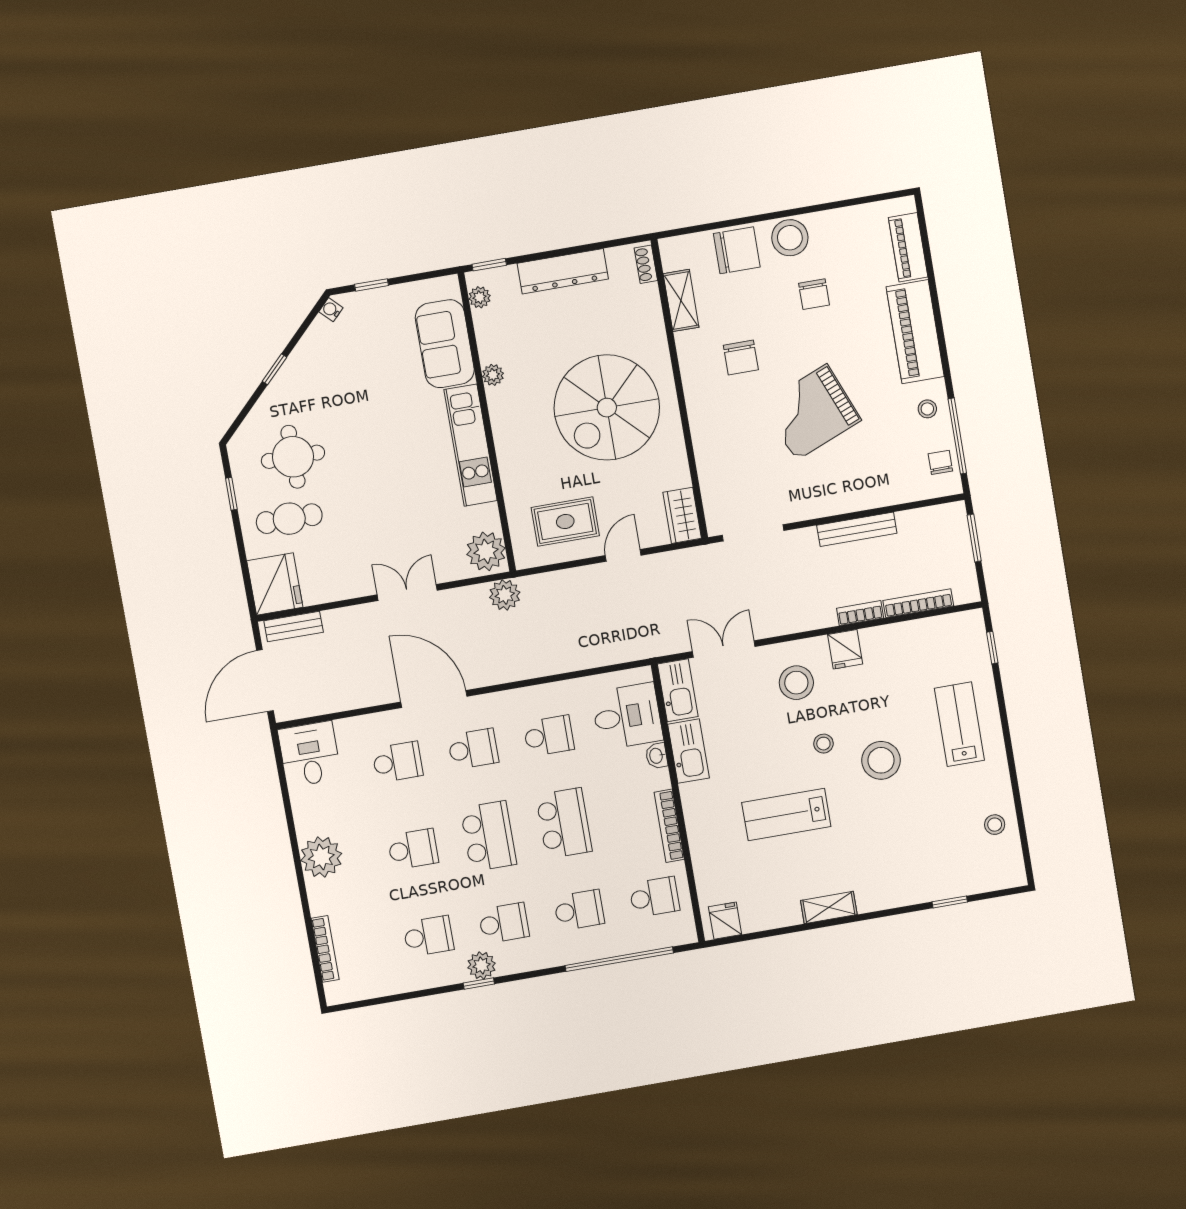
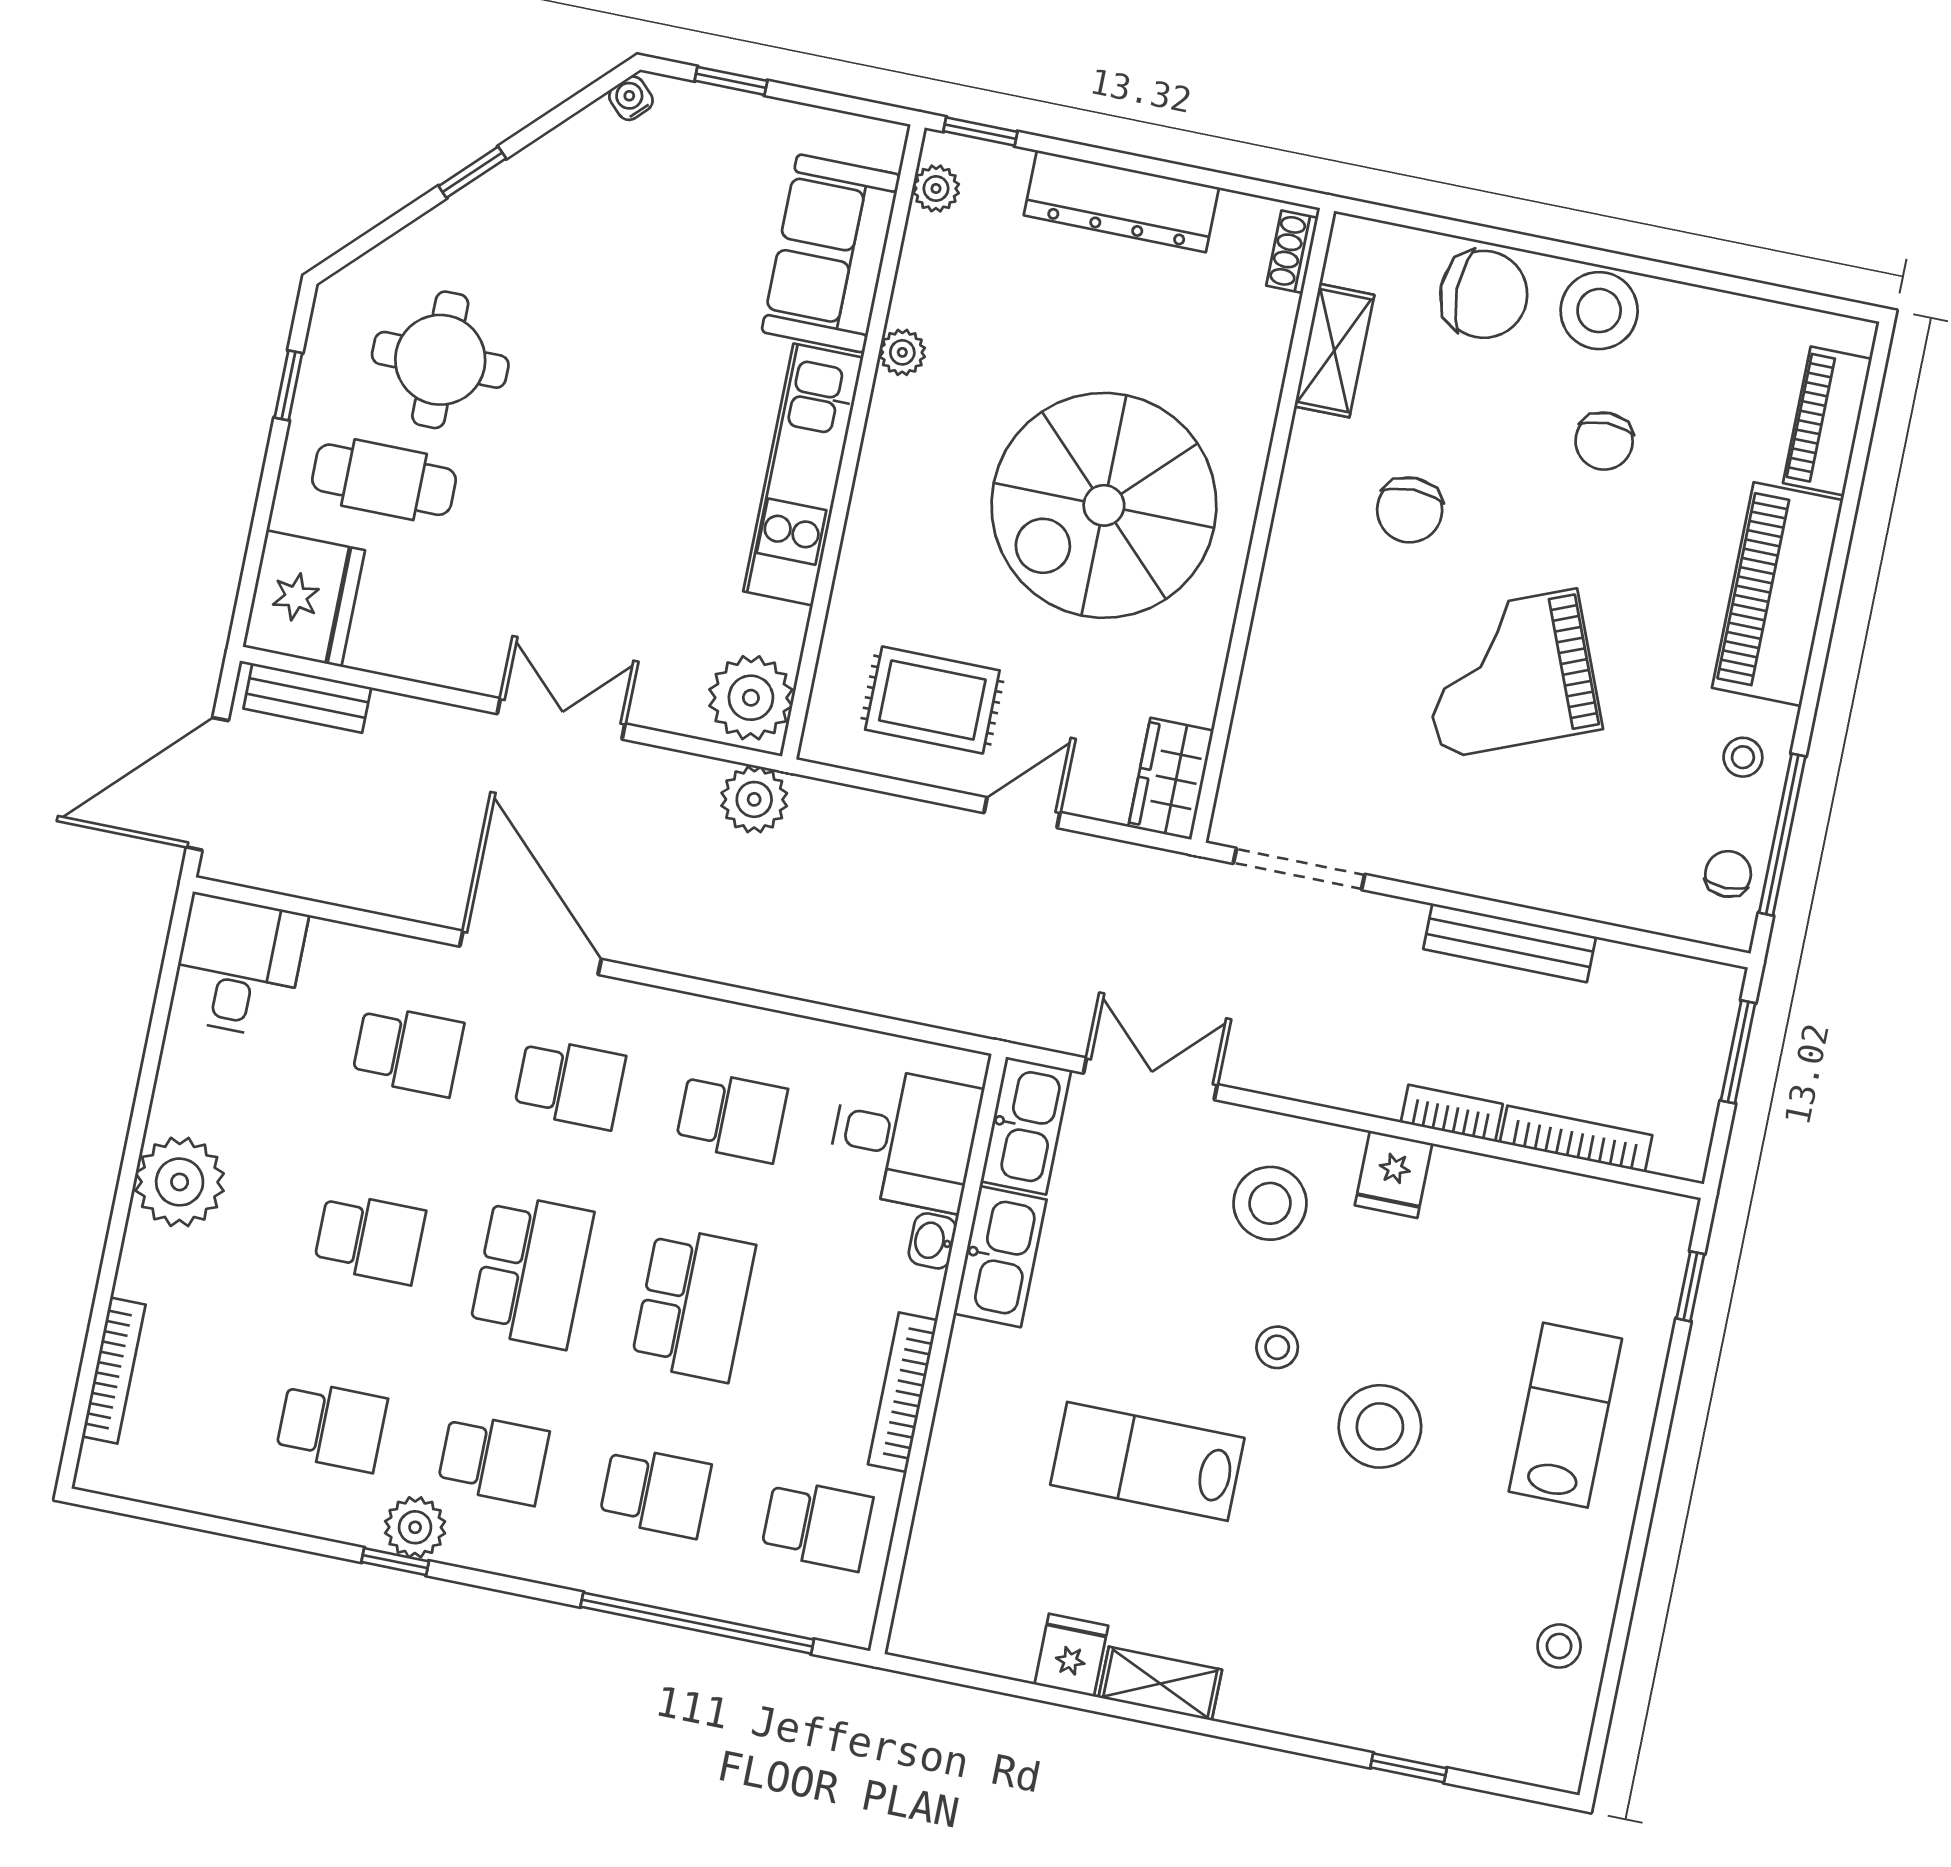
fridge: (725, 921) -> (1071, 1655), moved

